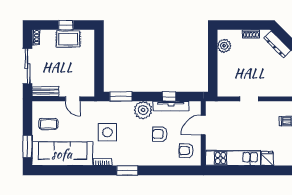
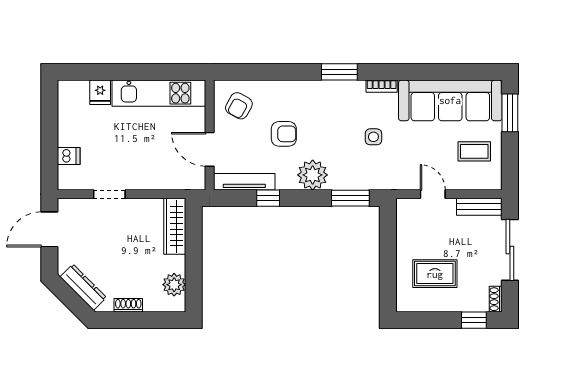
window: (66, 25) -> (474, 320), moved
rug: (68, 39) -> (435, 274), moved
wardrobe: (224, 80) -> (175, 226), added
doorway: (249, 99) -> (109, 194), moved
tv unit: (171, 106) -> (244, 182), moved
door: (203, 125) -> (210, 149), swing flipped
side table: (107, 132) -> (373, 137), width x0.54, depth x0.54
armchair: (186, 151) -> (239, 106), turned 119

